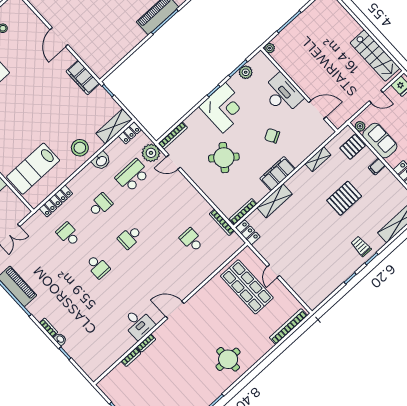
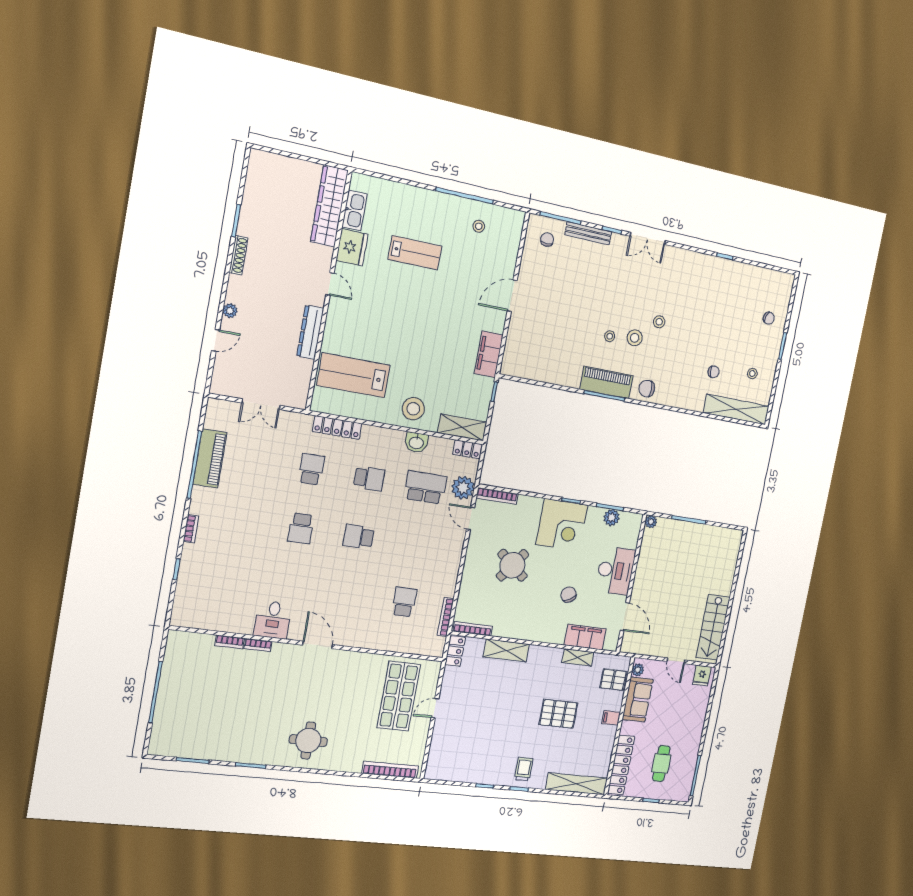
filing cabinet: (278, 174) -> (585, 637), moved
washbasin: (60, 339) -> (188, 552), removed

